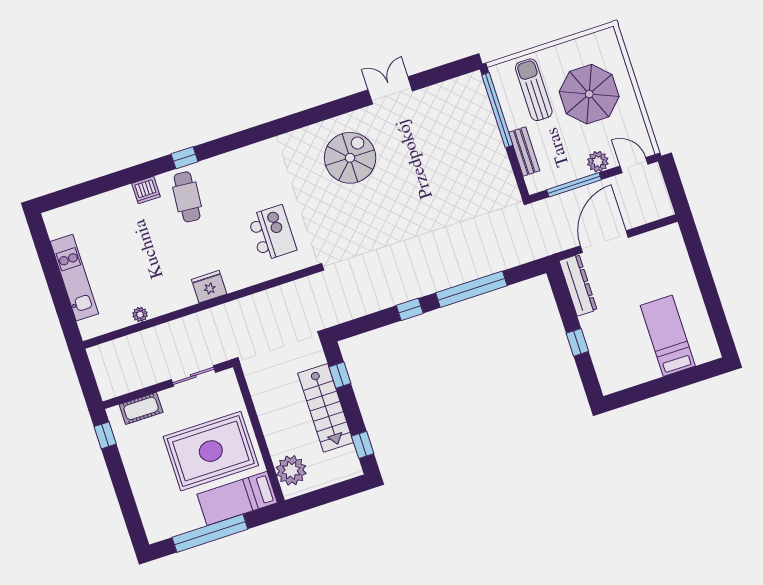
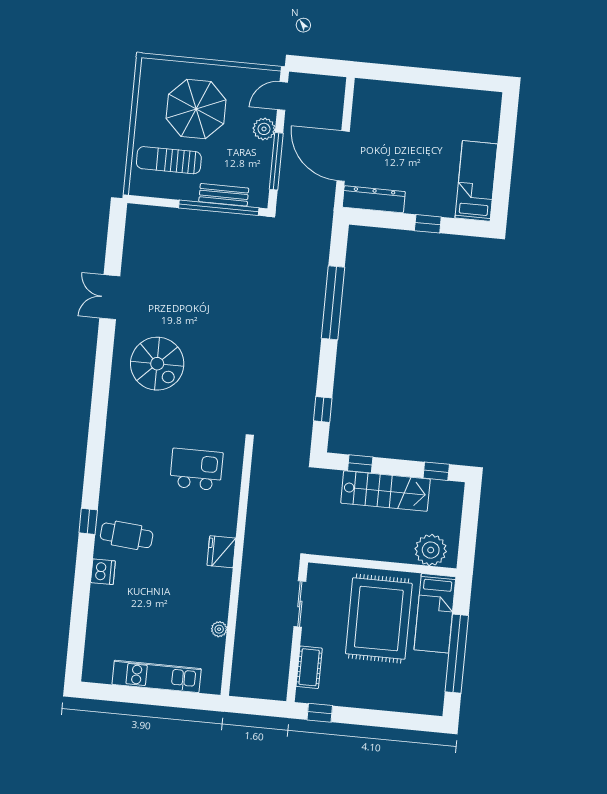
window: (497, 110) -> (219, 208), moved
spiral stairs: (350, 158) -> (157, 364), turned 180
window: (410, 309) -> (323, 409), moved
bed: (668, 336) -> (476, 181), moved, turned 90

